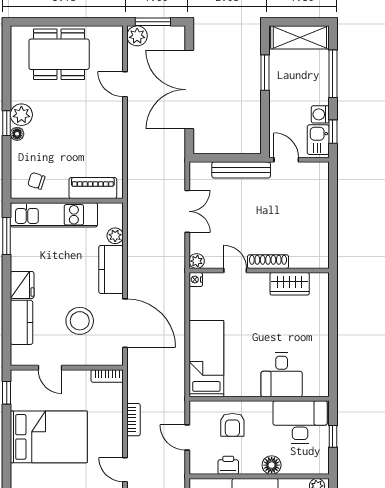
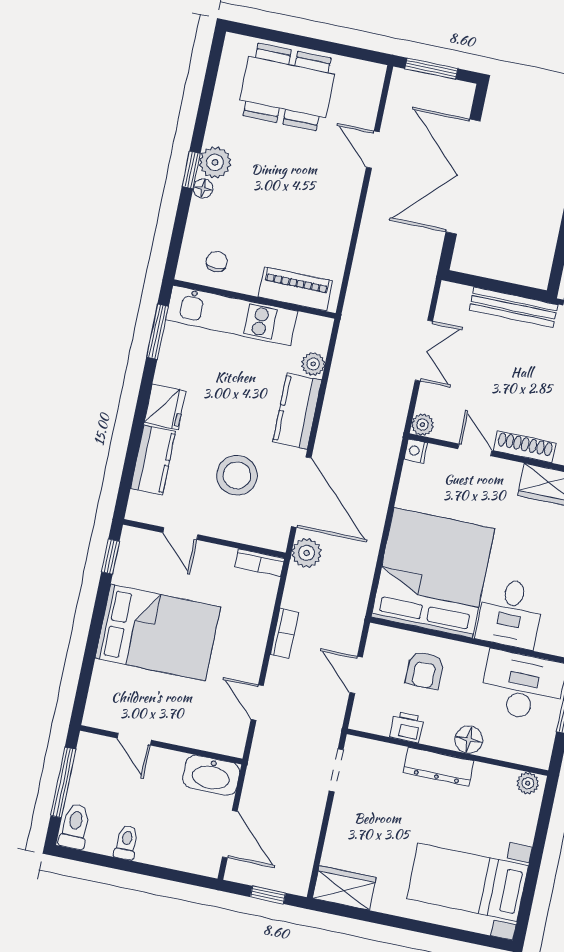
plant: (137, 36) -> (307, 553), moved
chair: (36, 181) -> (217, 262), turned 72
bed: (206, 359) -> (433, 573), width x2.04

